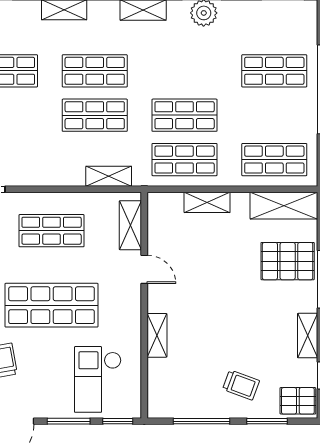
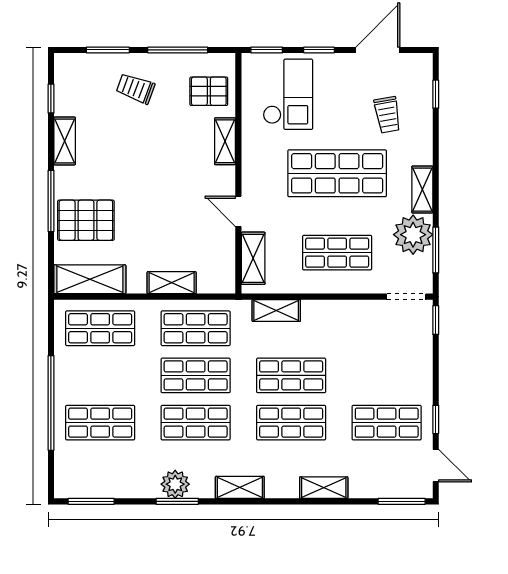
shop shelf: (185, 71) -> (196, 423), added
pallet: (298, 401) -> (209, 91), moved
window: (69, 421) -> (319, 50), width x0.67

